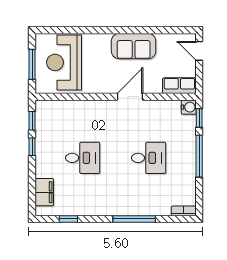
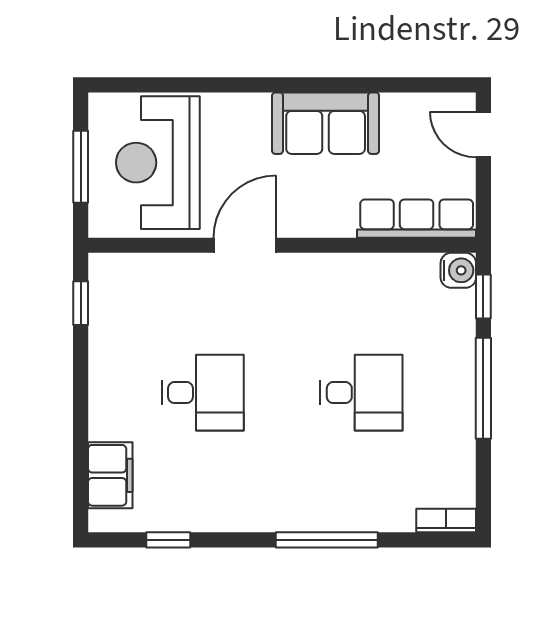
row of seats: (179, 86) -> (417, 219), width x1.48
door: (130, 97) -> (245, 245), moved
window: (32, 147) -> (81, 366), removed

